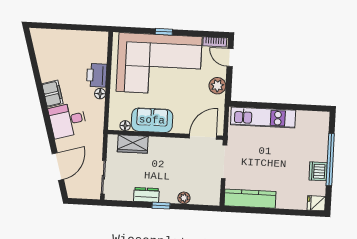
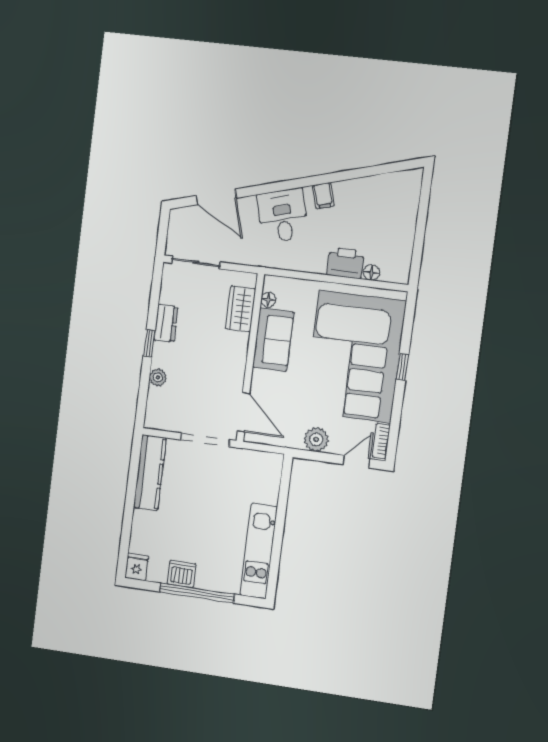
filing cabinet: (52, 94) -> (323, 196), width x0.50
floor lamp: (100, 94) -> (371, 272), moved
kitchen unit: (263, 117) -> (259, 551), moved

